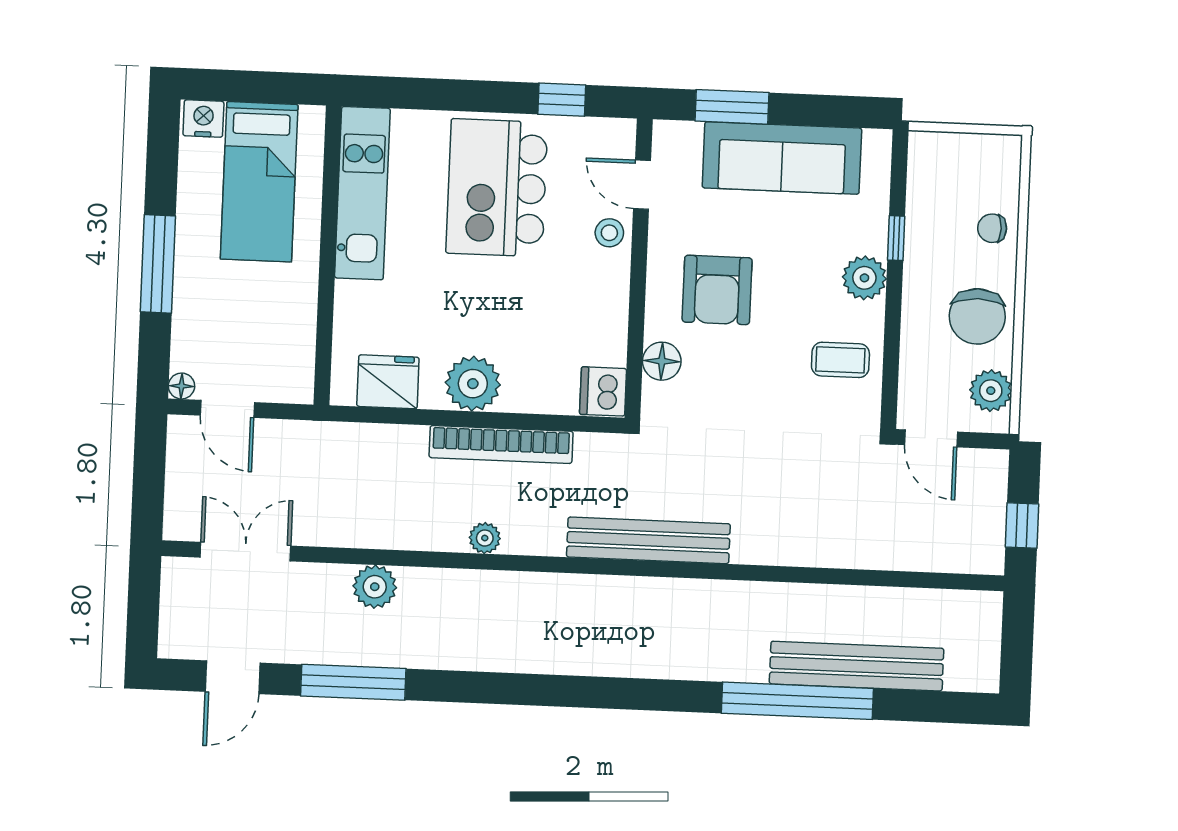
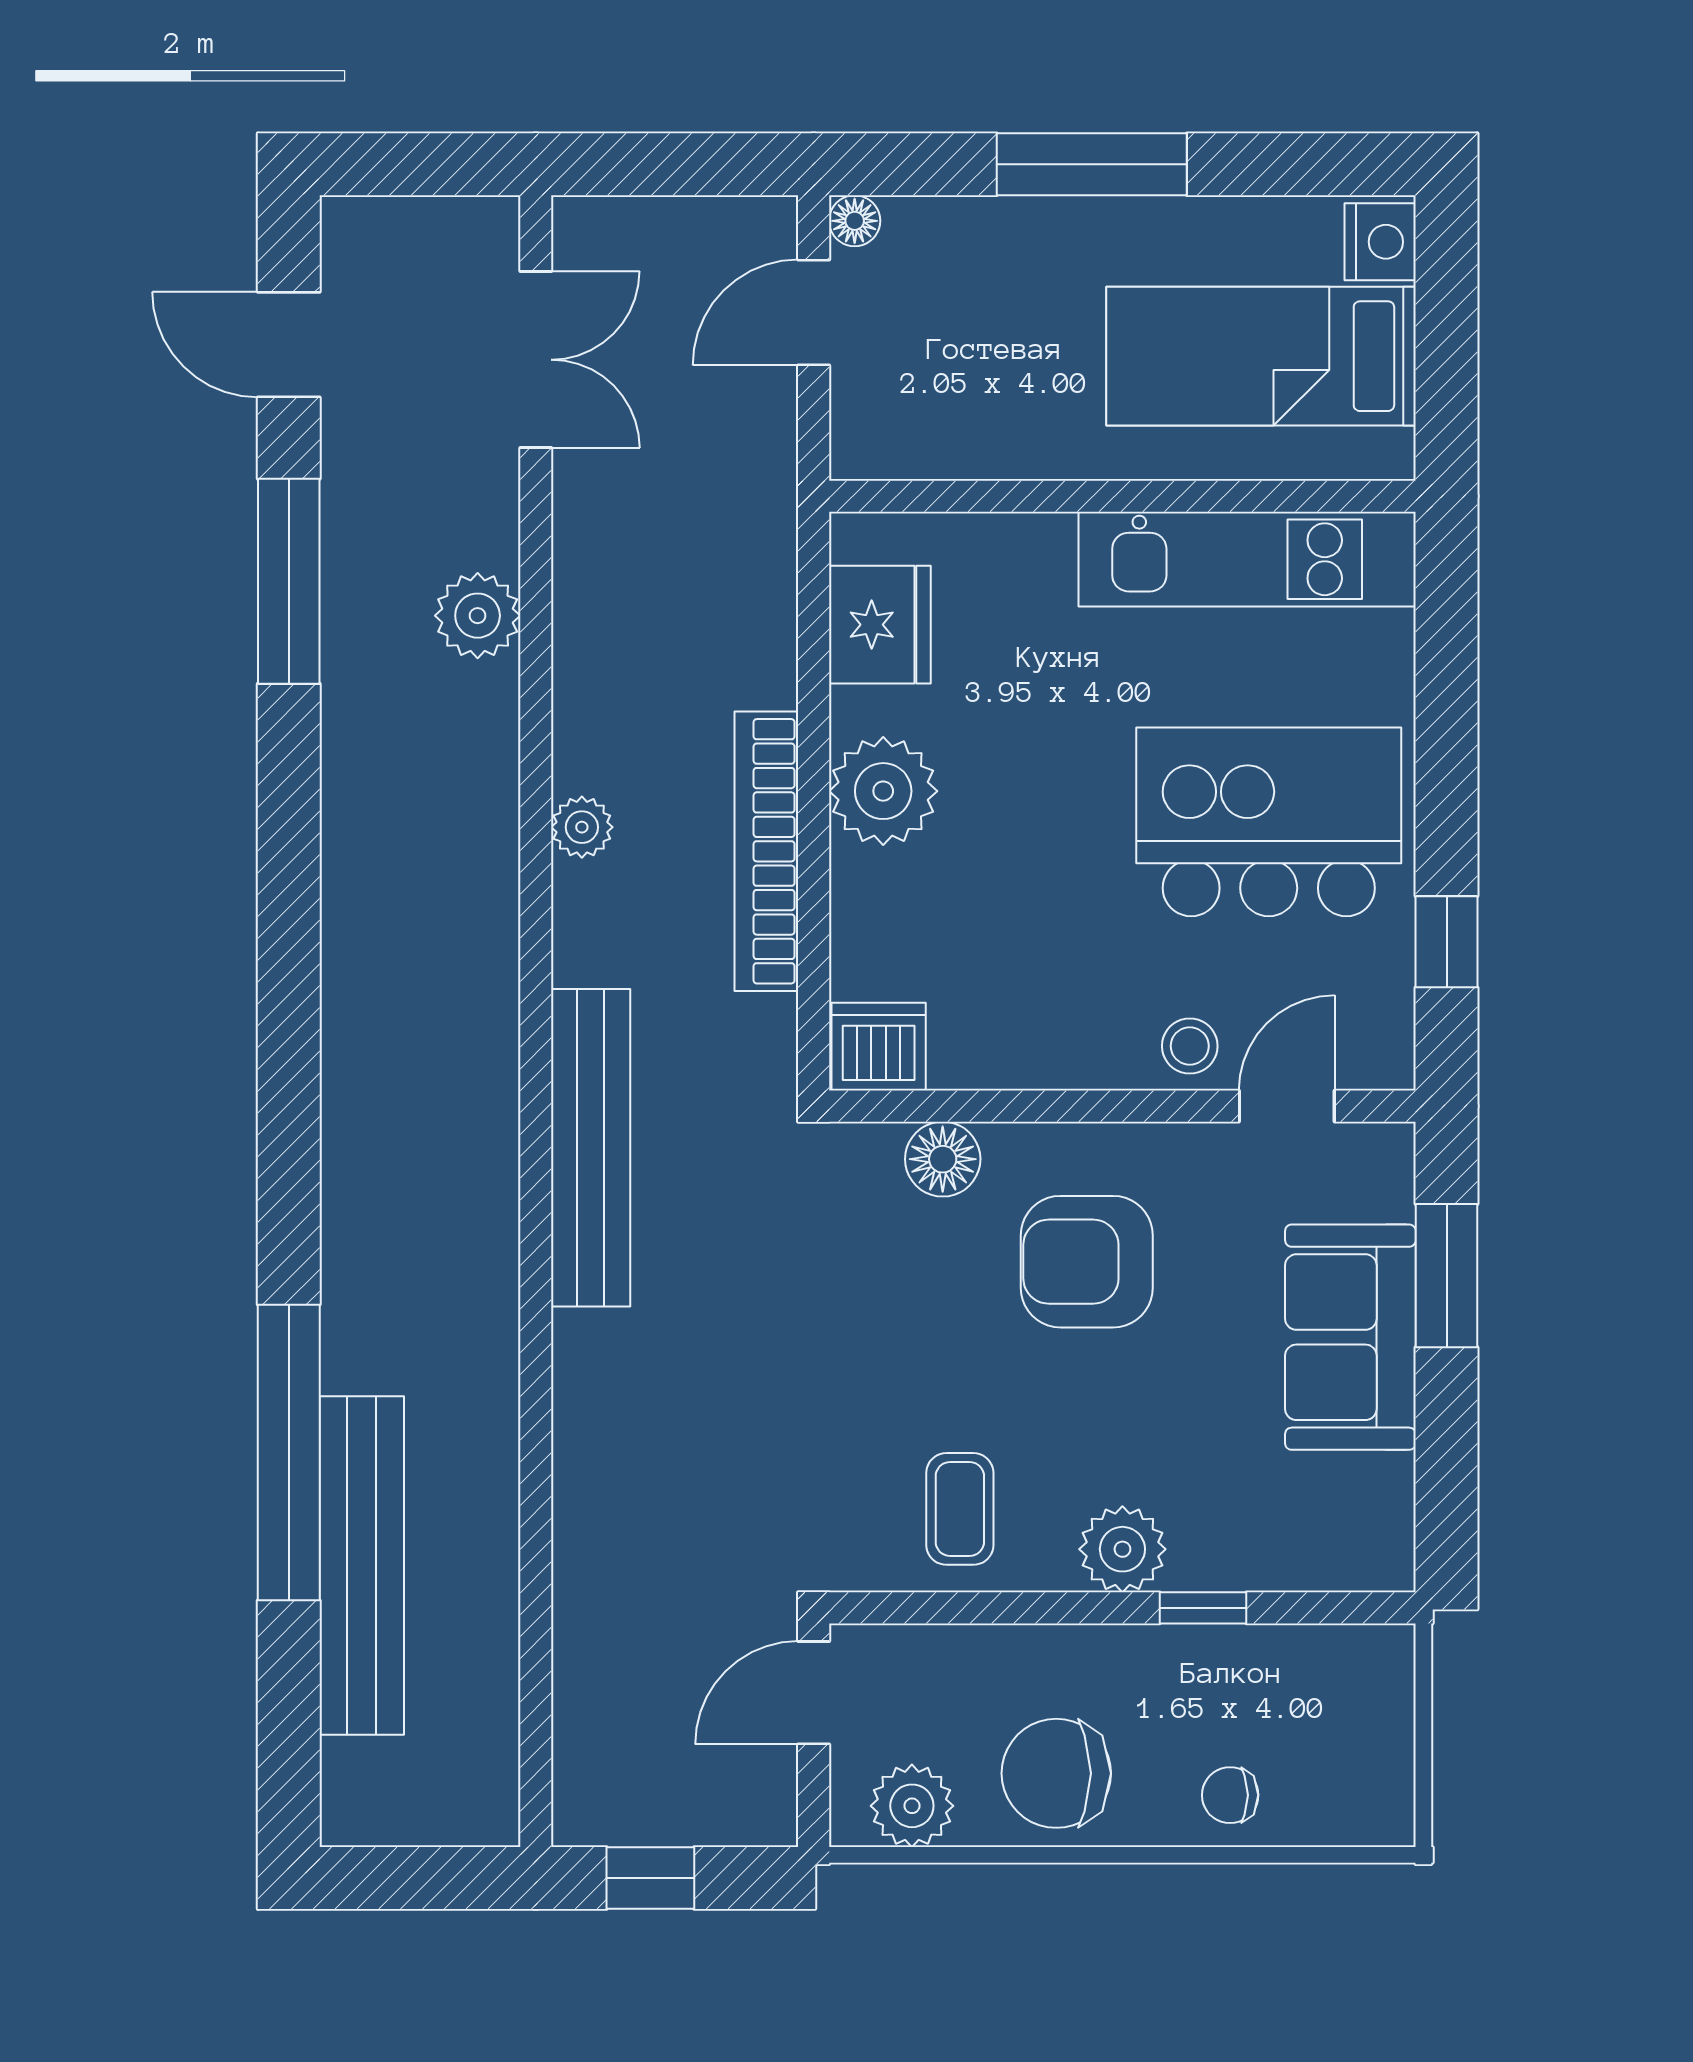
sofa: (782, 158) -> (1350, 1337), width x0.73
chair: (992, 228) -> (1230, 1795), turned -90

